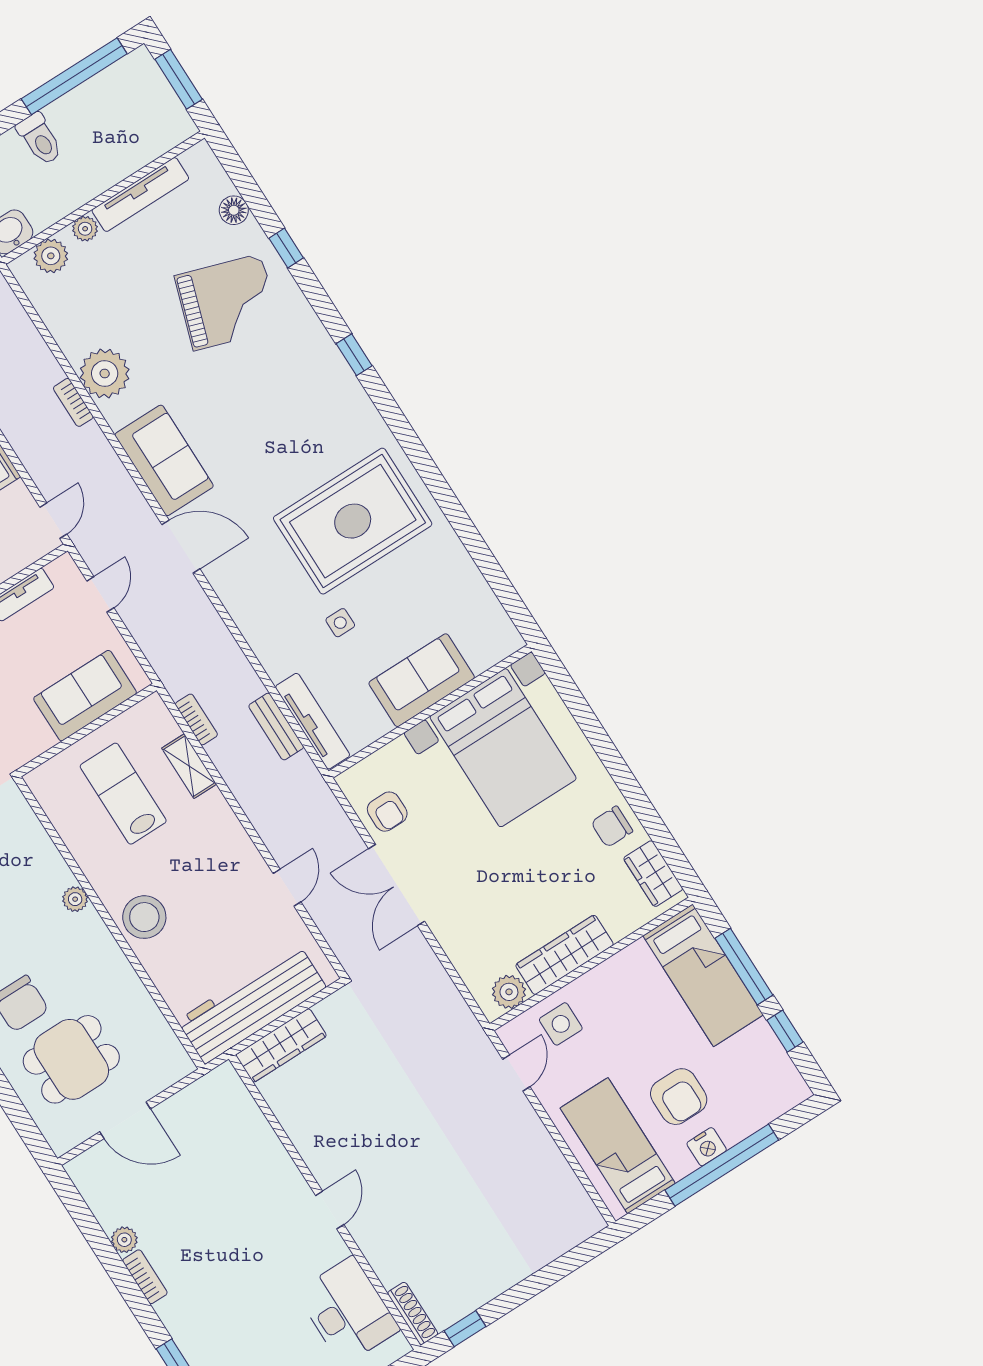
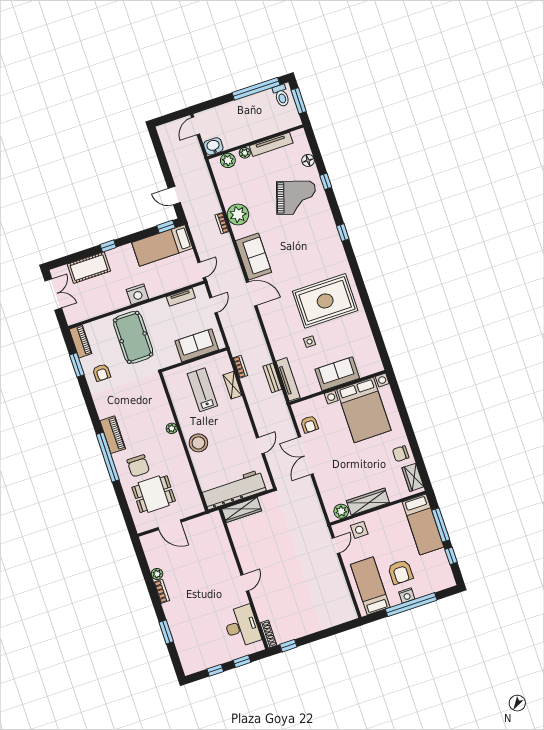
toilet: (40, 139) -> (281, 96), moved

